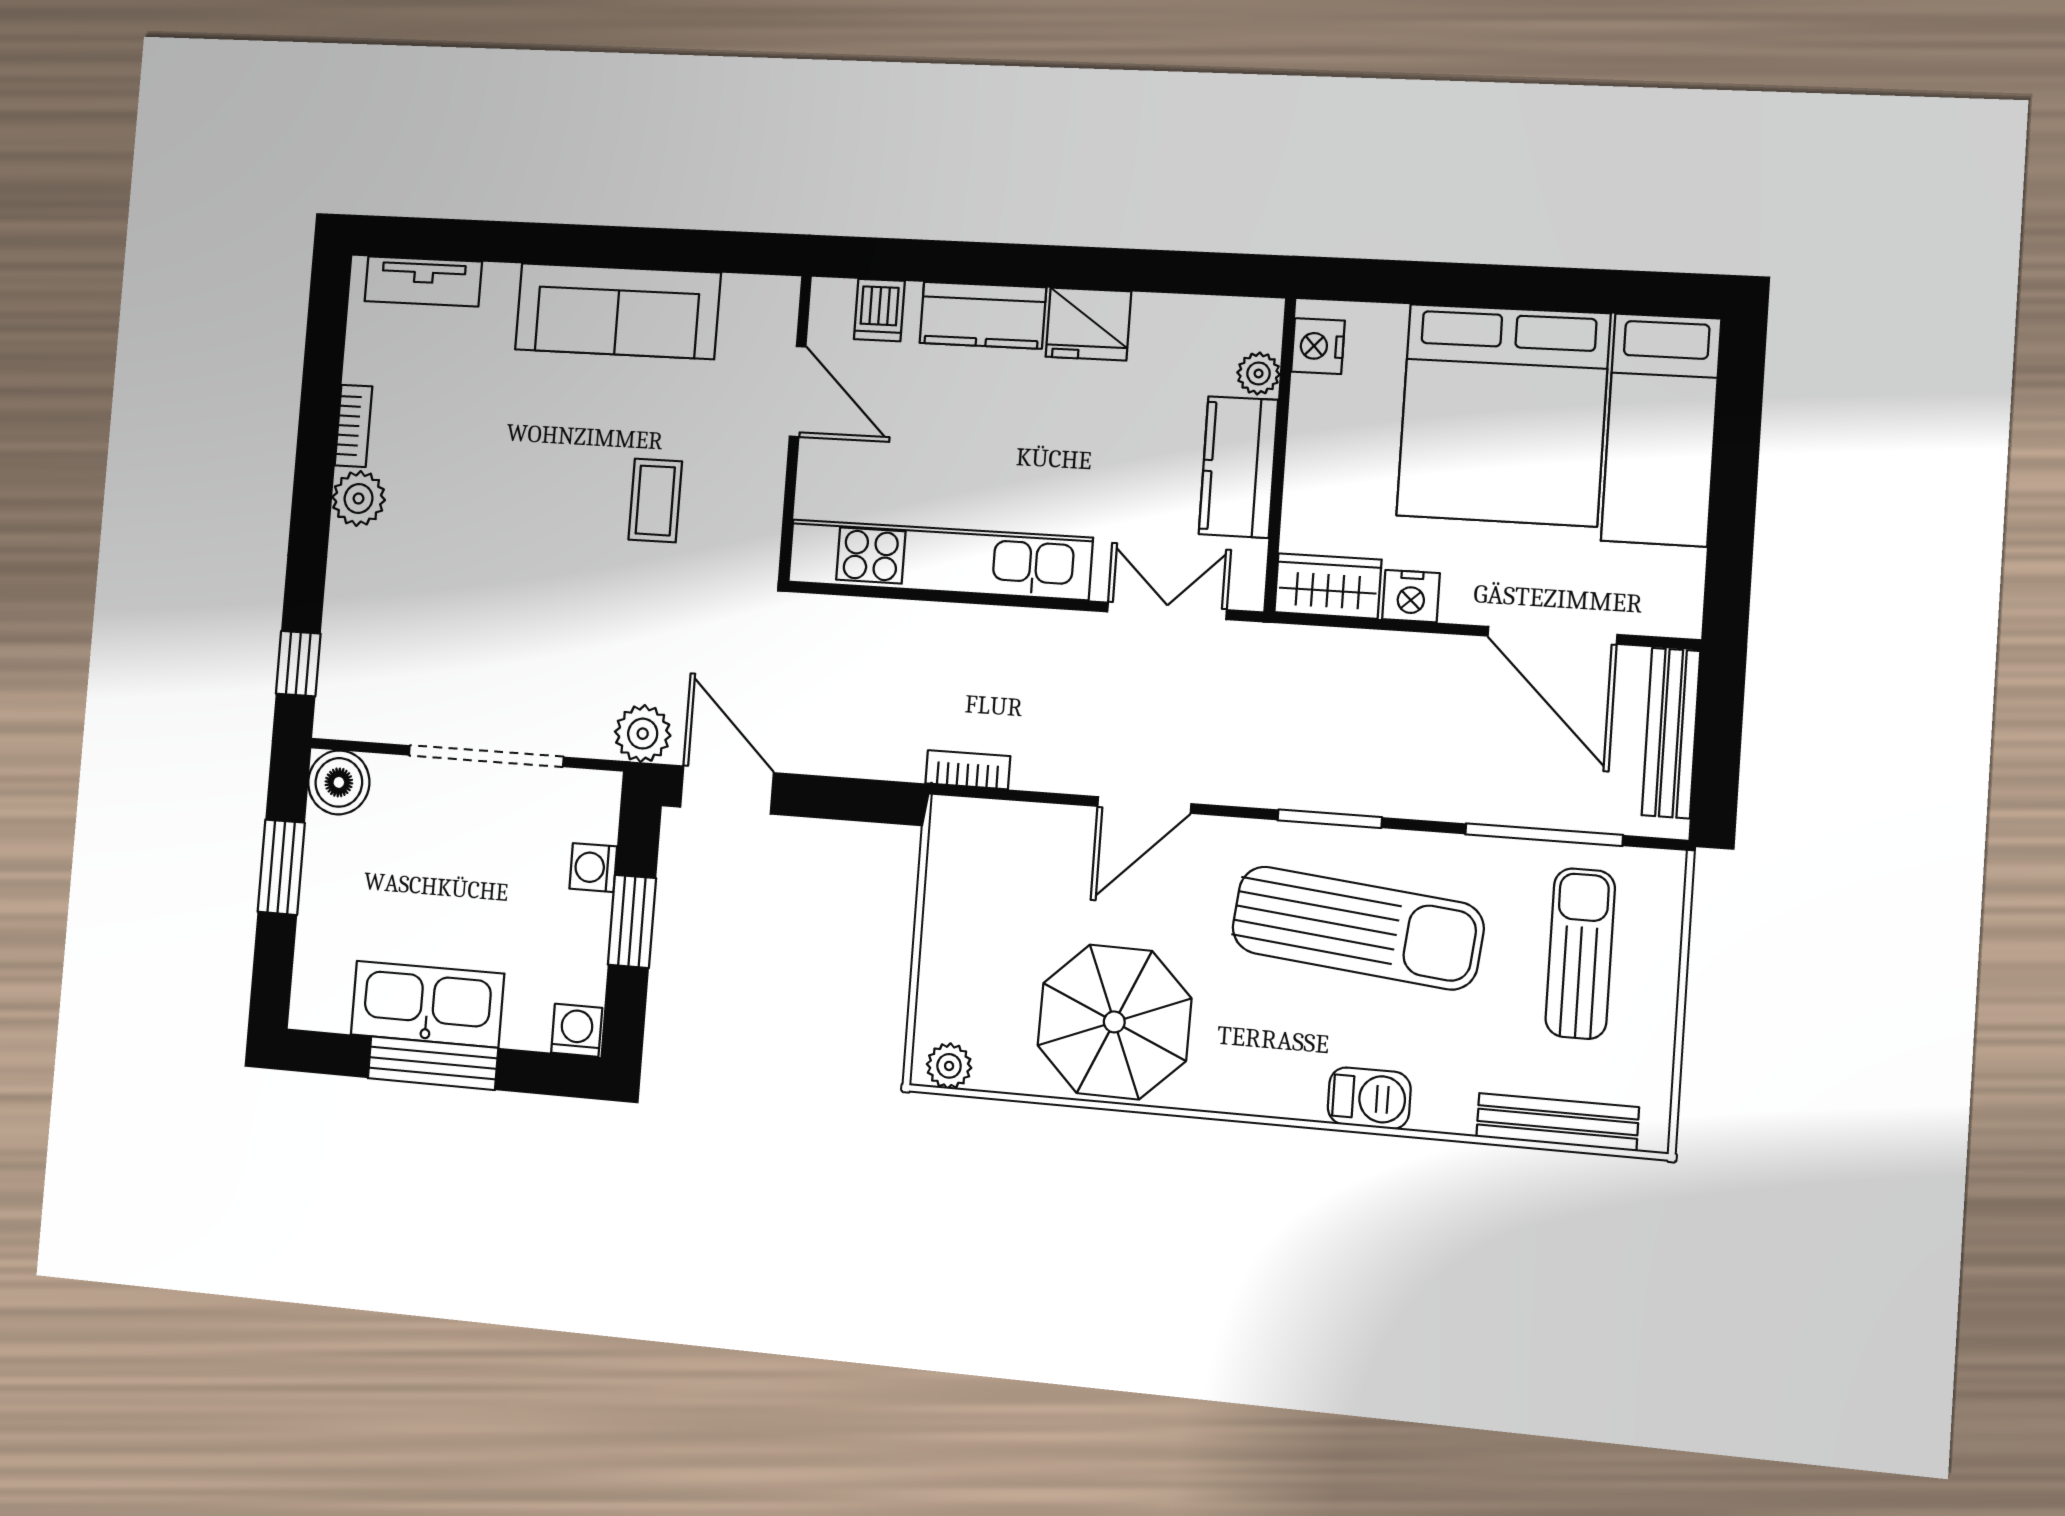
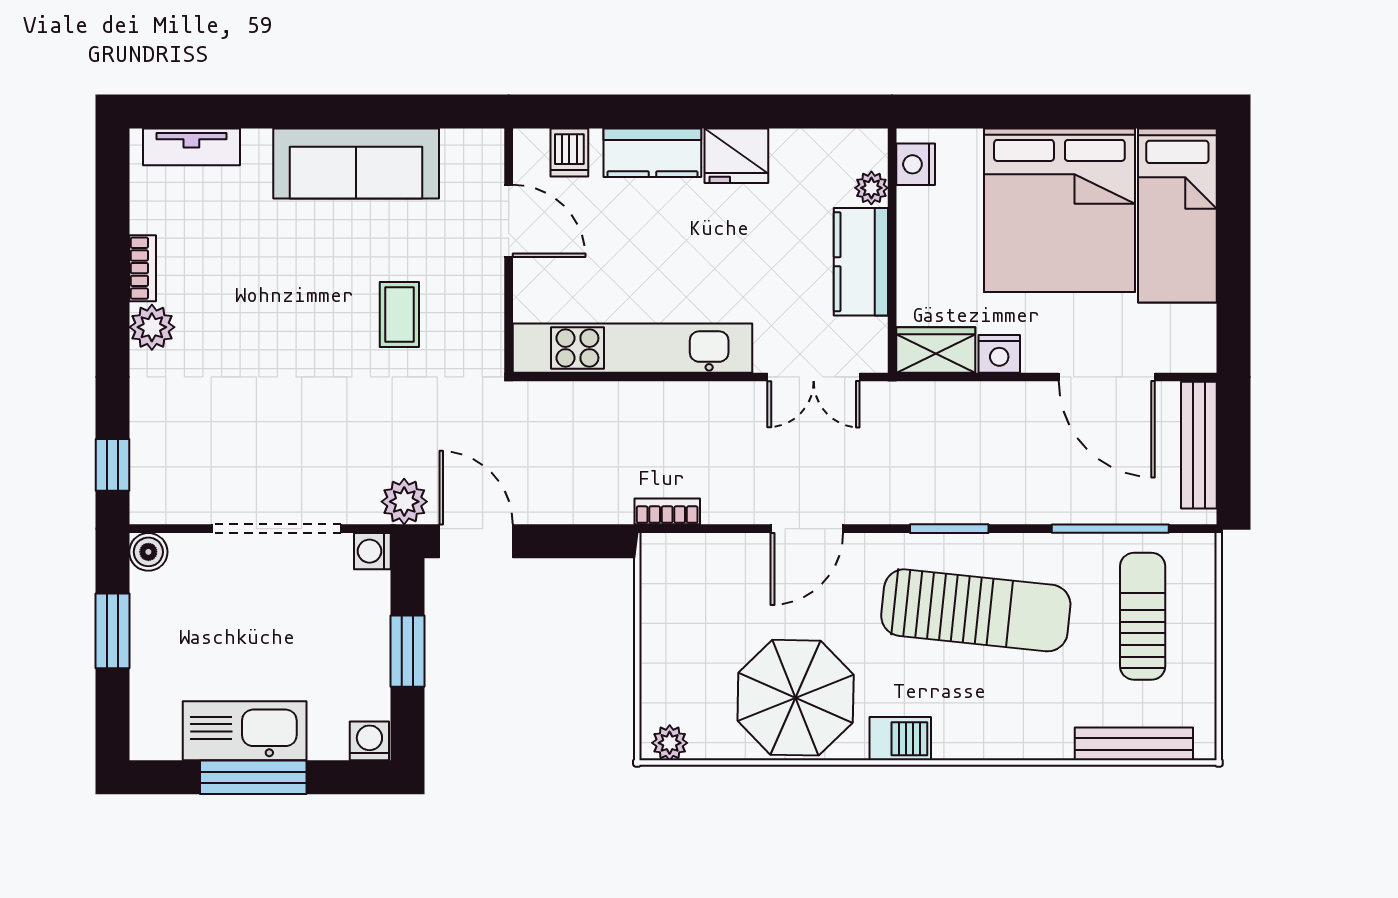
double door: (1167, 611) -> (814, 377), swing flipped
boiler: (339, 782) -> (148, 552), width x0.73, depth x0.73
washing machine: (593, 868) -> (372, 551), moved
barbecue: (1369, 1098) -> (900, 739), moved

